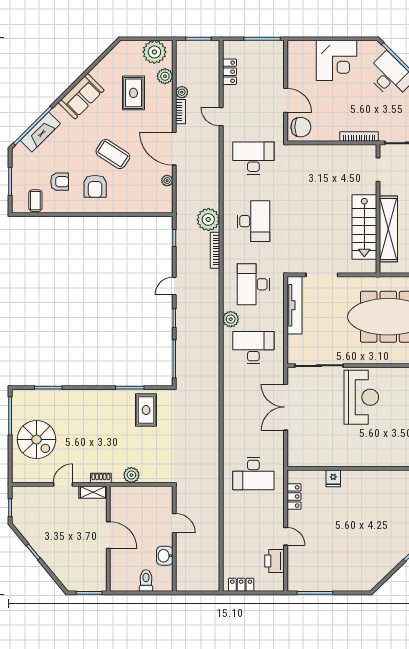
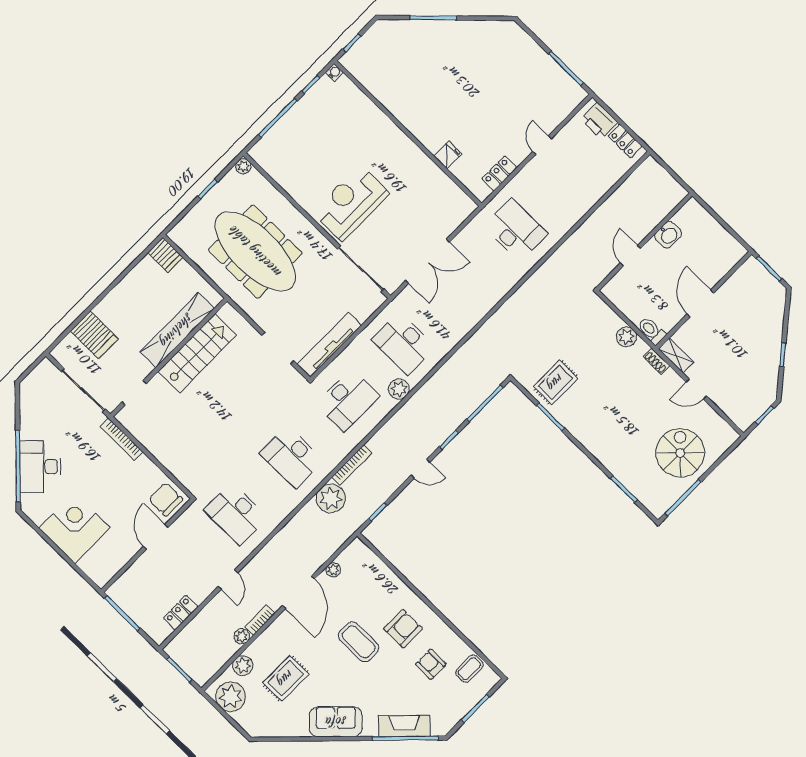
coffee table: (113, 154) -> (359, 642), turned -33
desk: (253, 221) -> (292, 457), turned -90
printer: (275, 561) -> (599, 121), moved, turned 90
toilet: (146, 581) -> (652, 331), moved, turned 90

